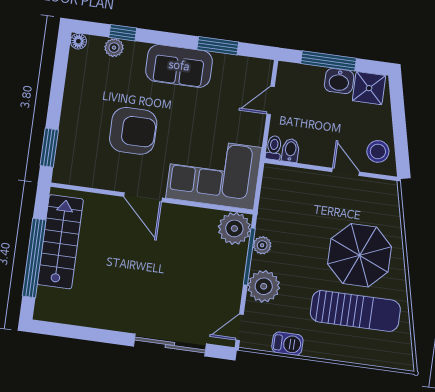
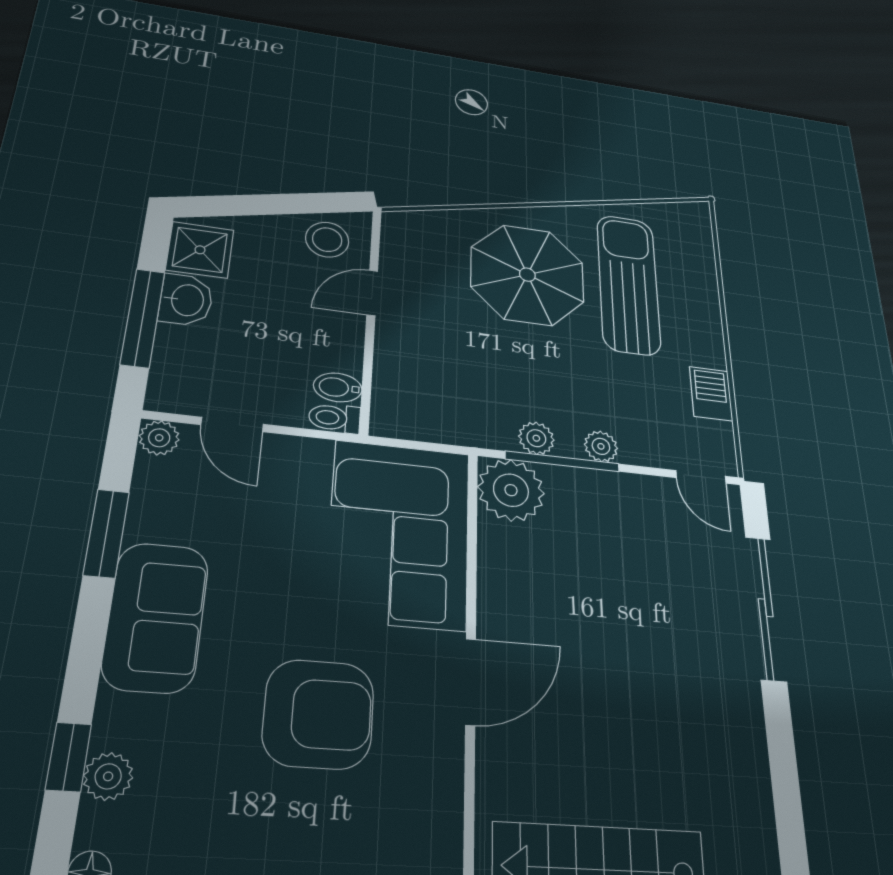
plant: (264, 68) -> (159, 438), added
armchair: (133, 131) -> (319, 714), turned 90
plant: (264, 286) -> (601, 446), width x0.53, depth x0.53

